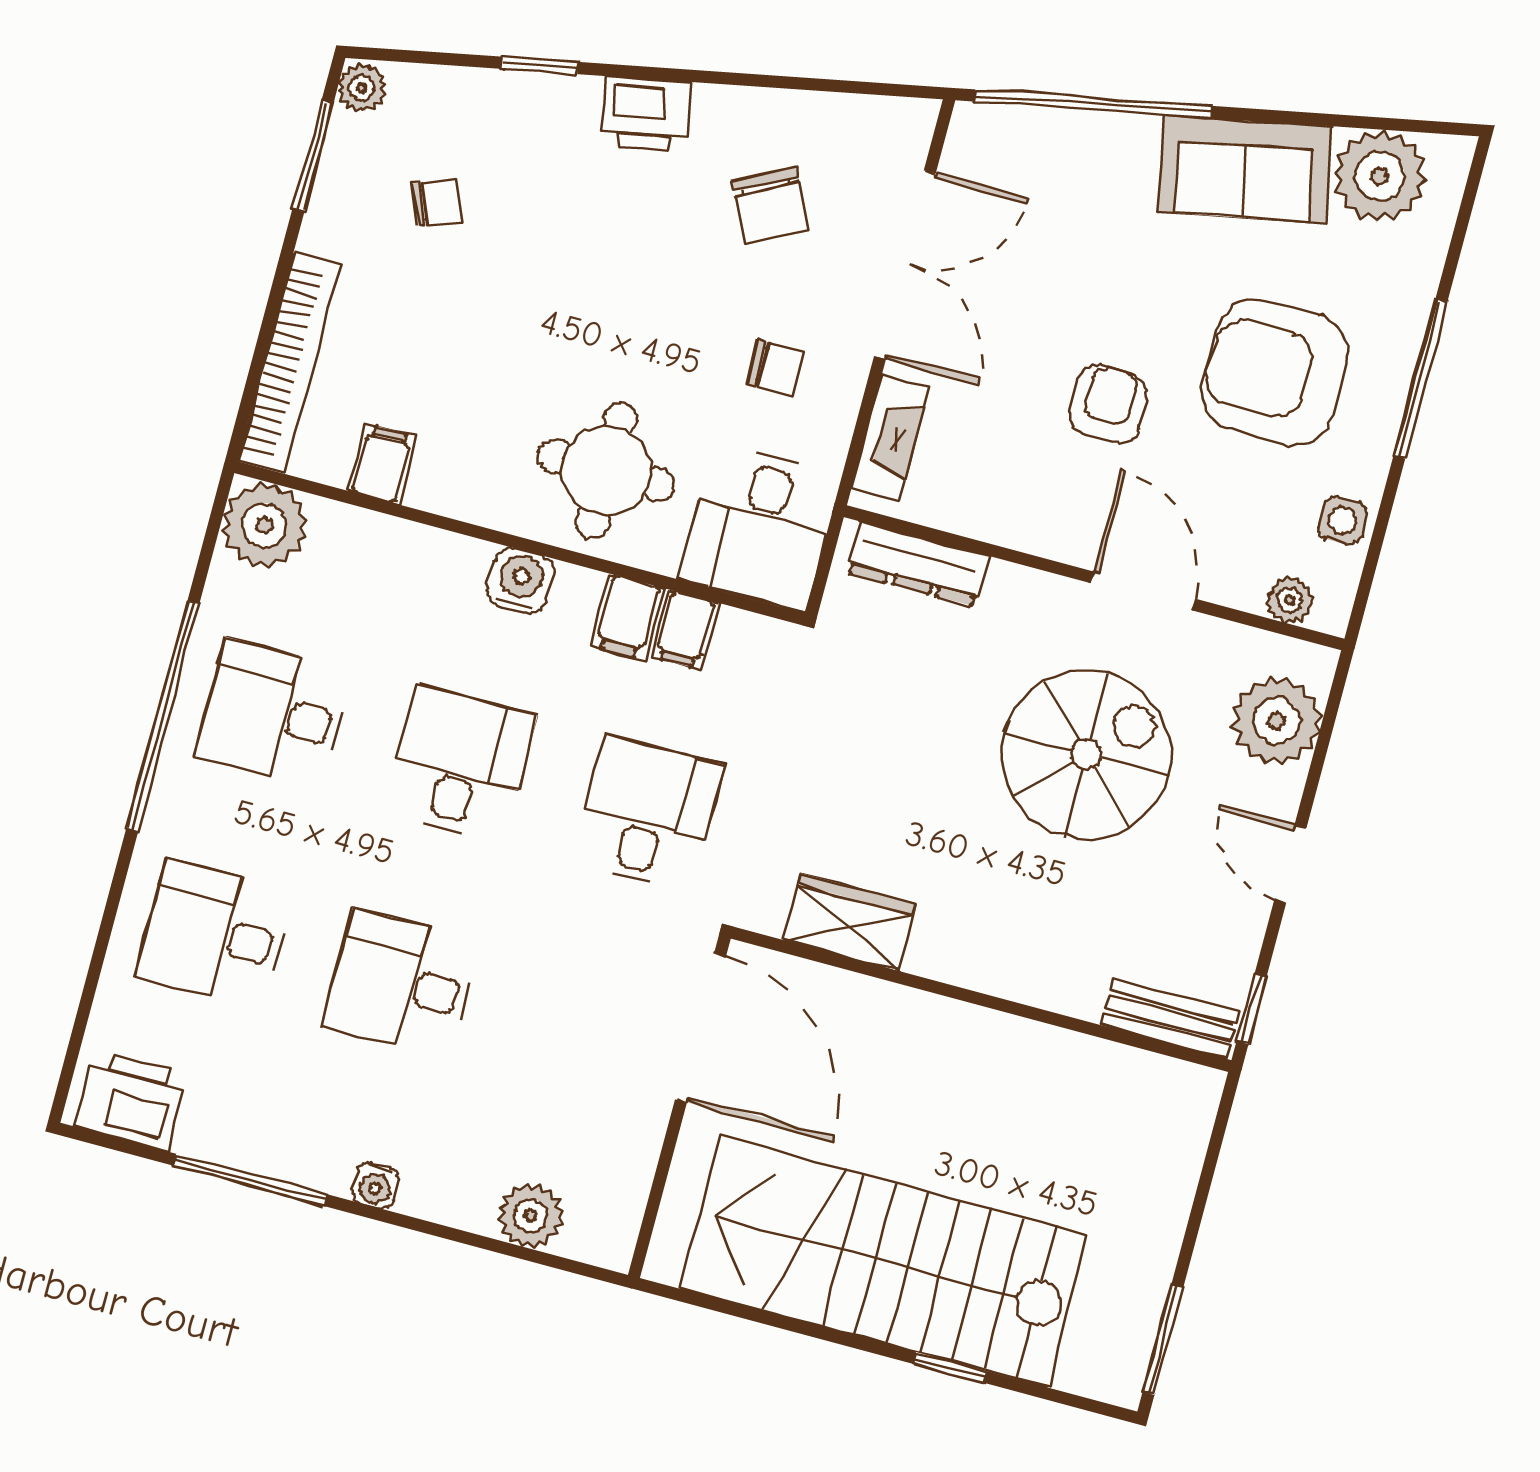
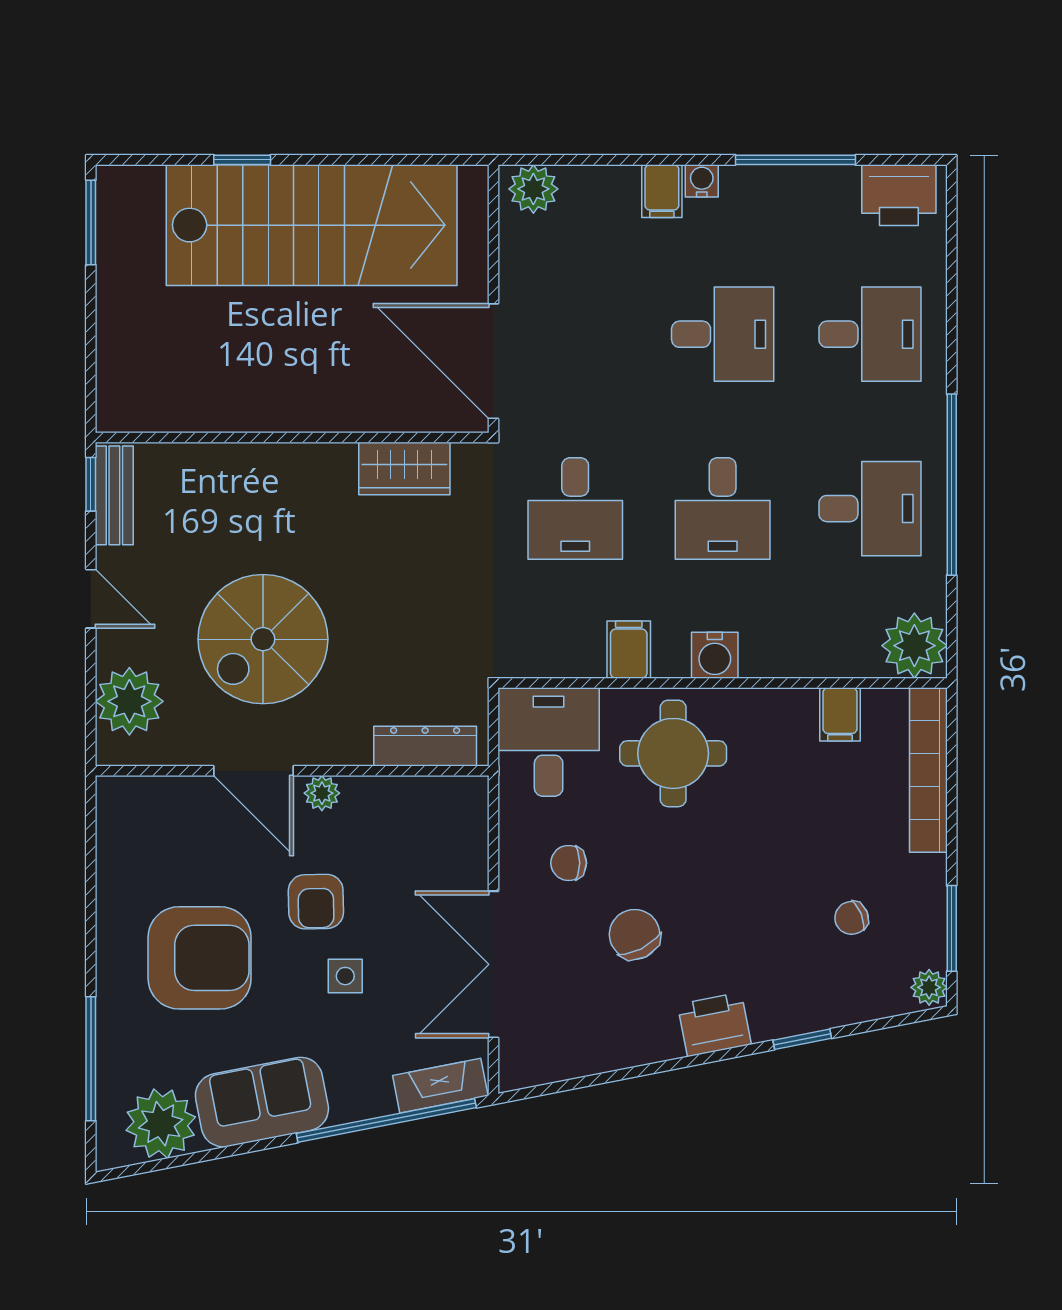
chair: (770, 206) -> (635, 934), moved
window: (1420, 378) -> (91, 1059), moved
fireplace: (891, 438) -> (440, 1086), moved, turned 79
side table: (1342, 521) -> (345, 976), moved
plant: (1290, 600) -> (322, 793), moved
filing cabinet: (685, 630) -> (662, 191), moved, turned 180
bench: (1170, 1018) -> (114, 495), moved, turned 90
plant: (531, 1216) -> (533, 189), moved

